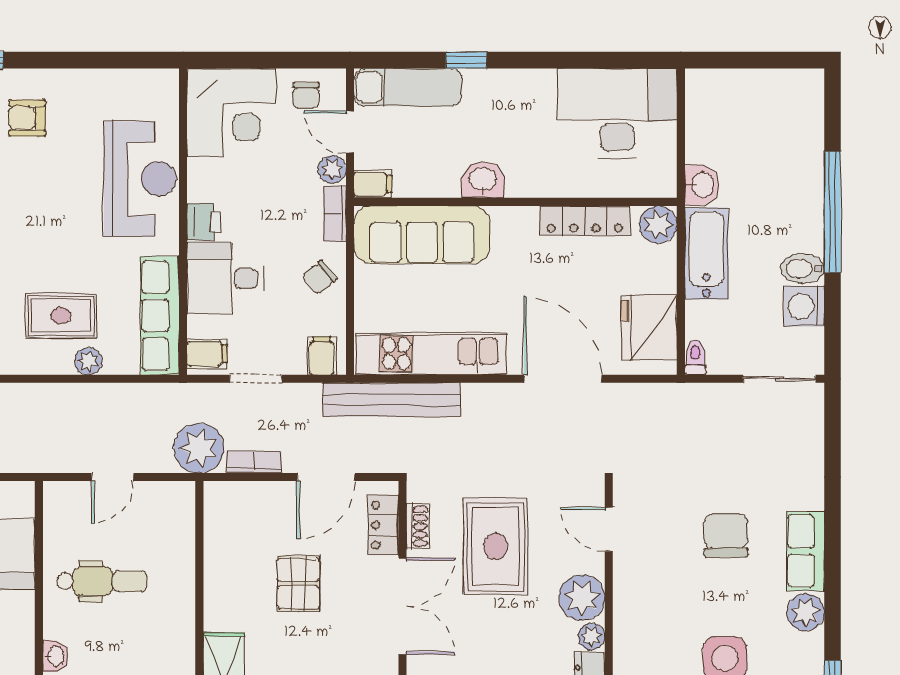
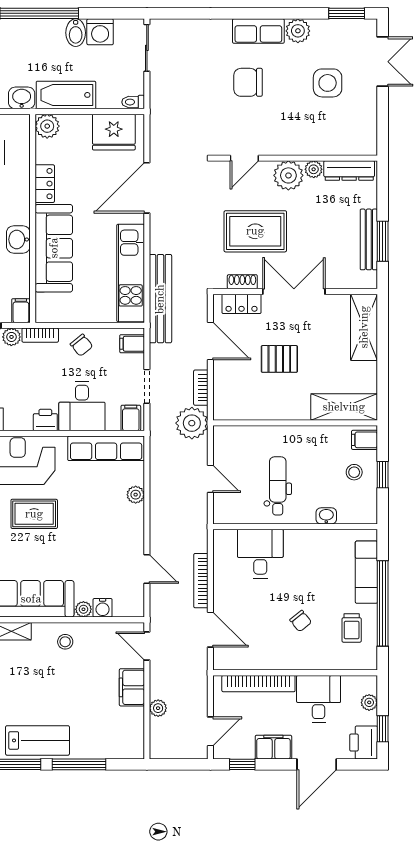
locker: (585, 221) -> (45, 184), width x0.66
sofa: (422, 235) -> (54, 248), moved
rug: (61, 316) -> (34, 514), moved, turned 90

